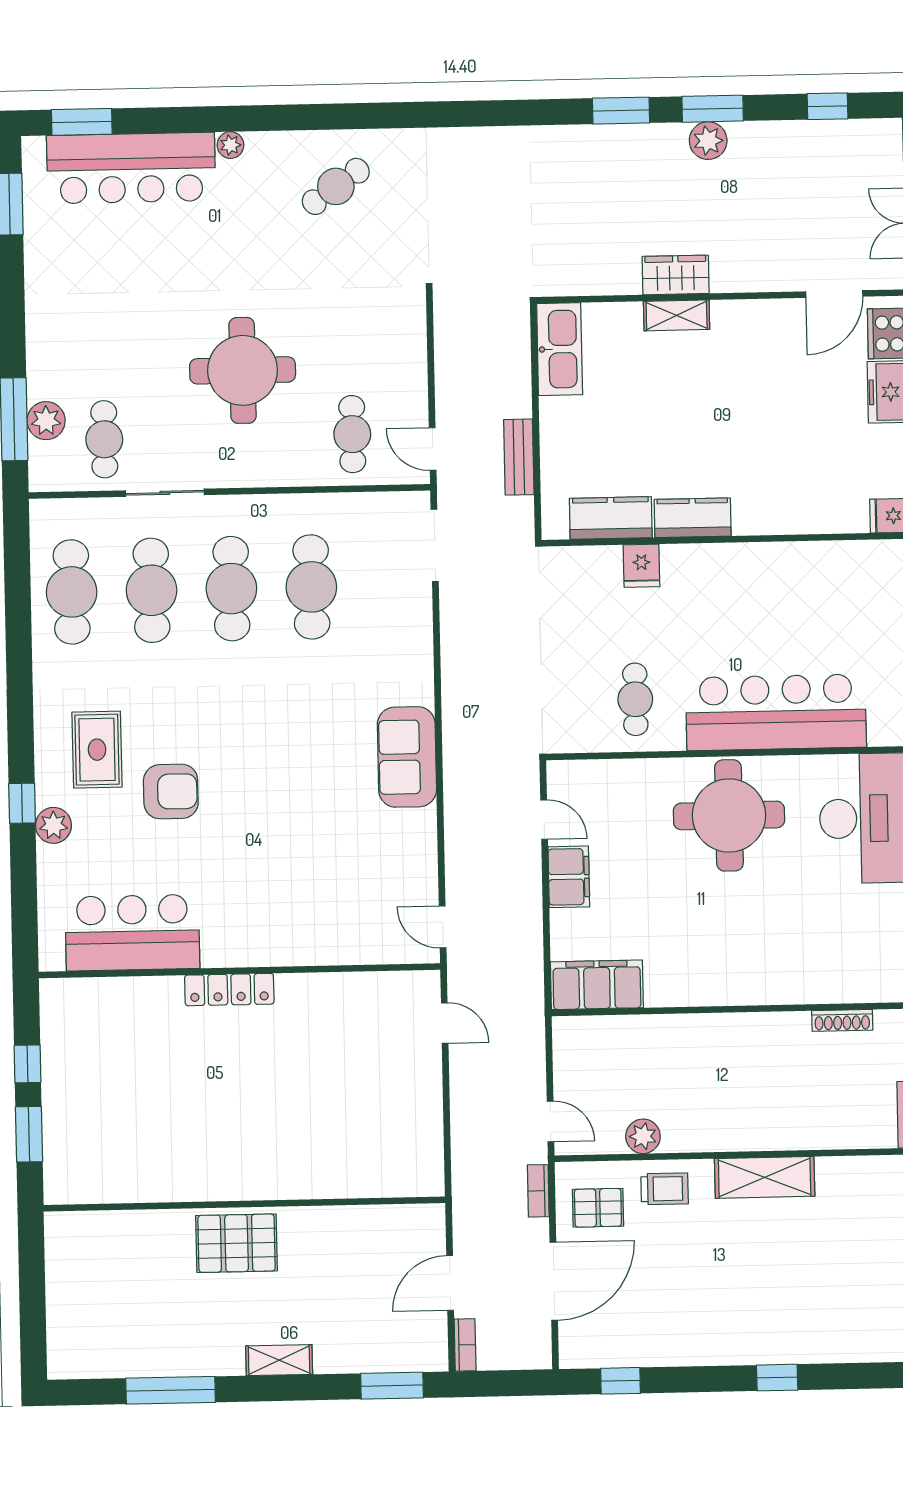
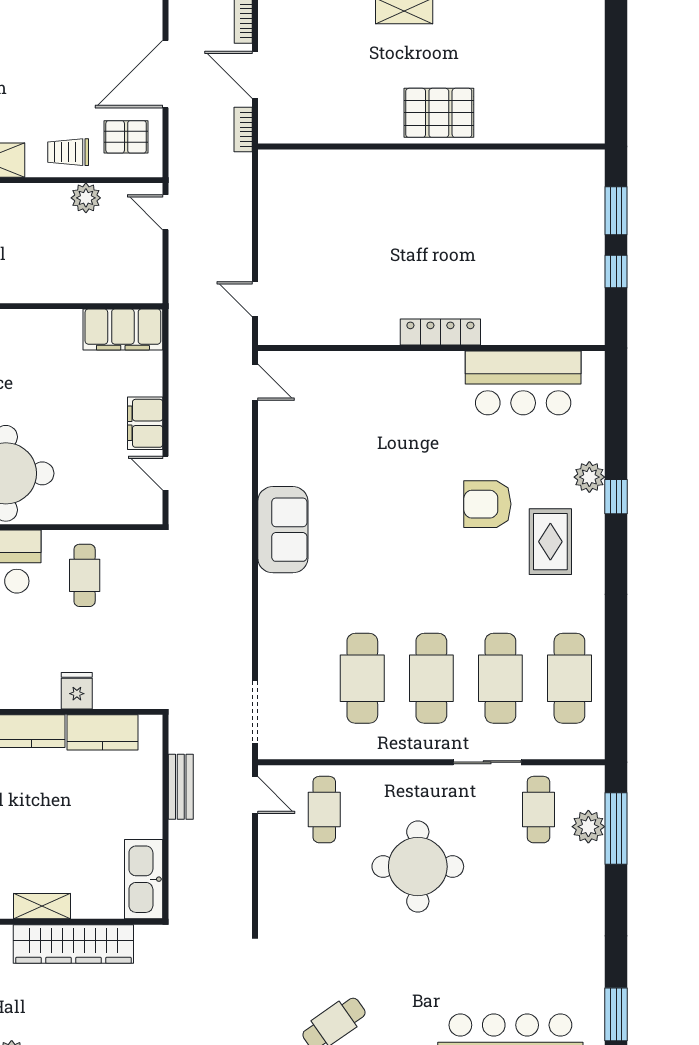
wardrobe: (676, 275) -> (73, 944), width x2.10, depth x1.17
bookcase: (538, 1191) -> (243, 129), moved, turned 180
door: (450, 1283) -> (255, 75), swing flipped

